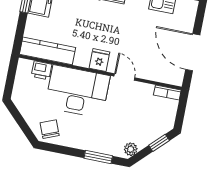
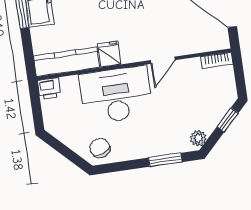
fridge: (99, 60) -> (109, 54), moved
printer: (41, 70) -> (49, 88), moved
door: (124, 77) -> (163, 60), swing flipped

